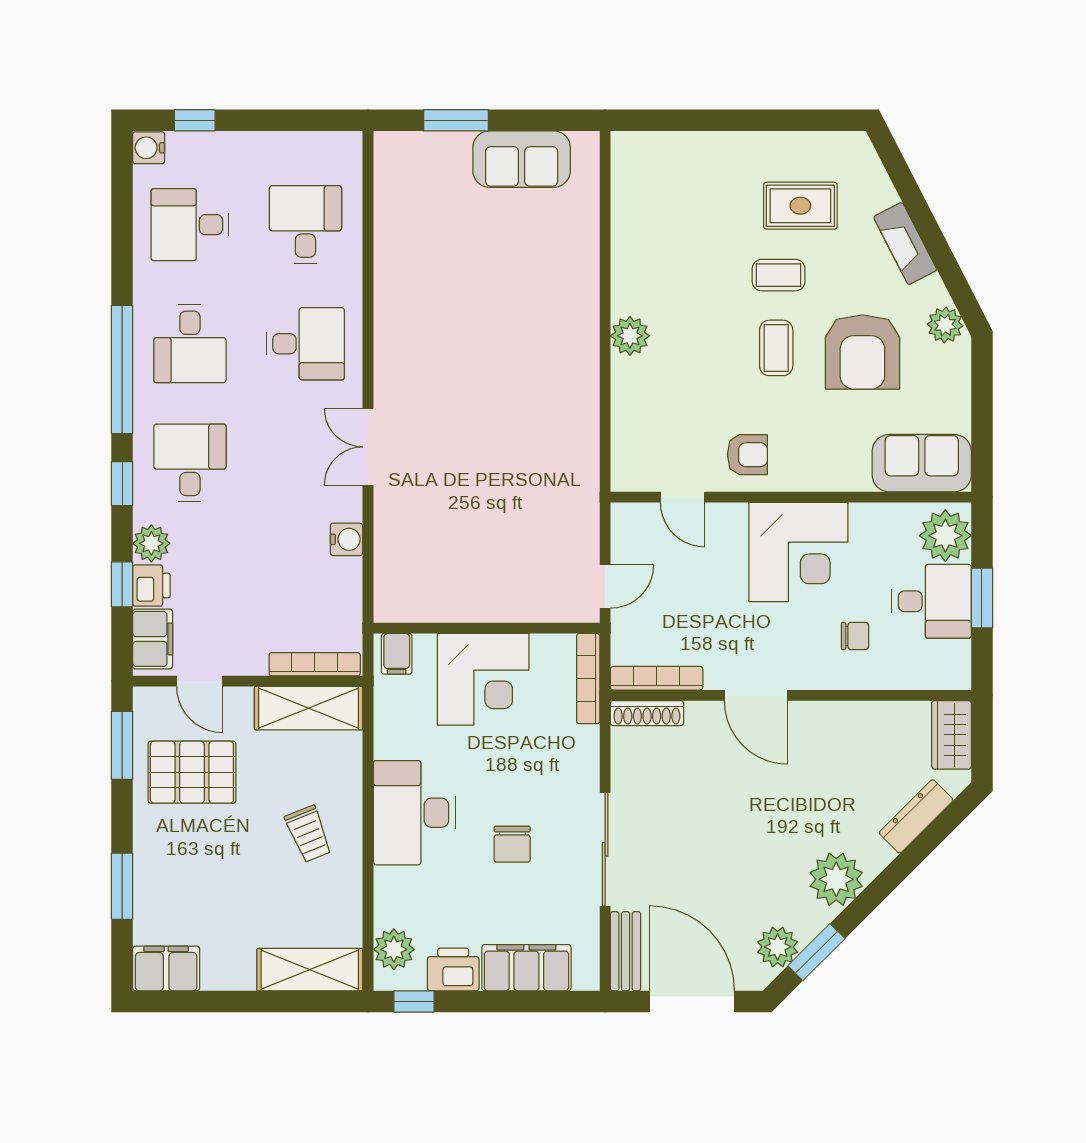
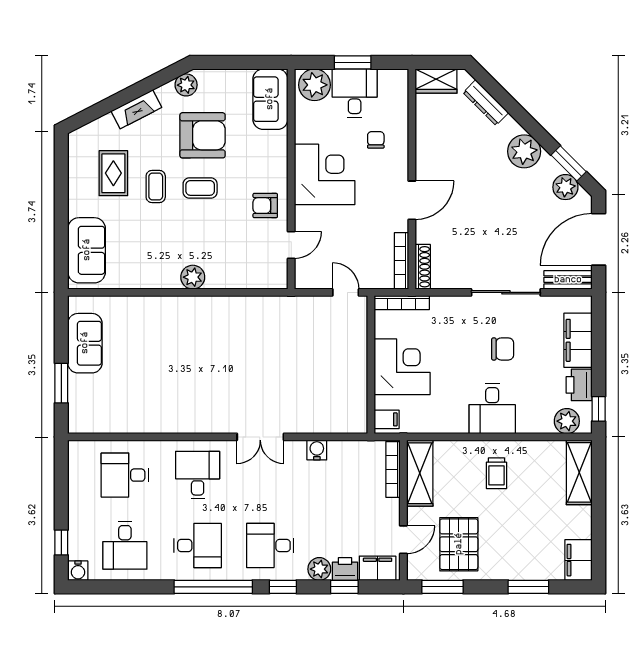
sofa: (674, 162) -> (87, 250), added
armchair: (747, 455) -> (265, 206), turned -90
desk: (414, 813) -> (492, 409), width x0.73
trolley: (308, 834) -> (496, 473), turned 112

